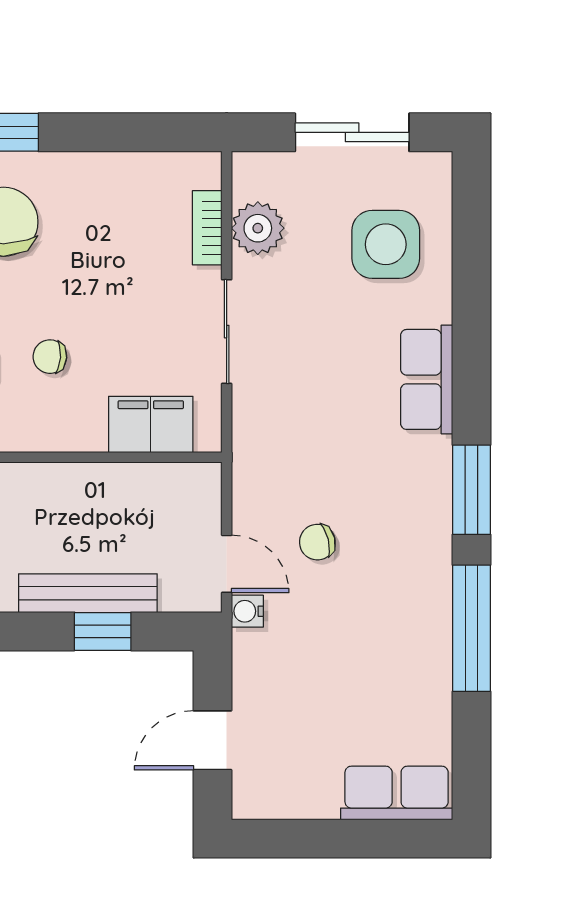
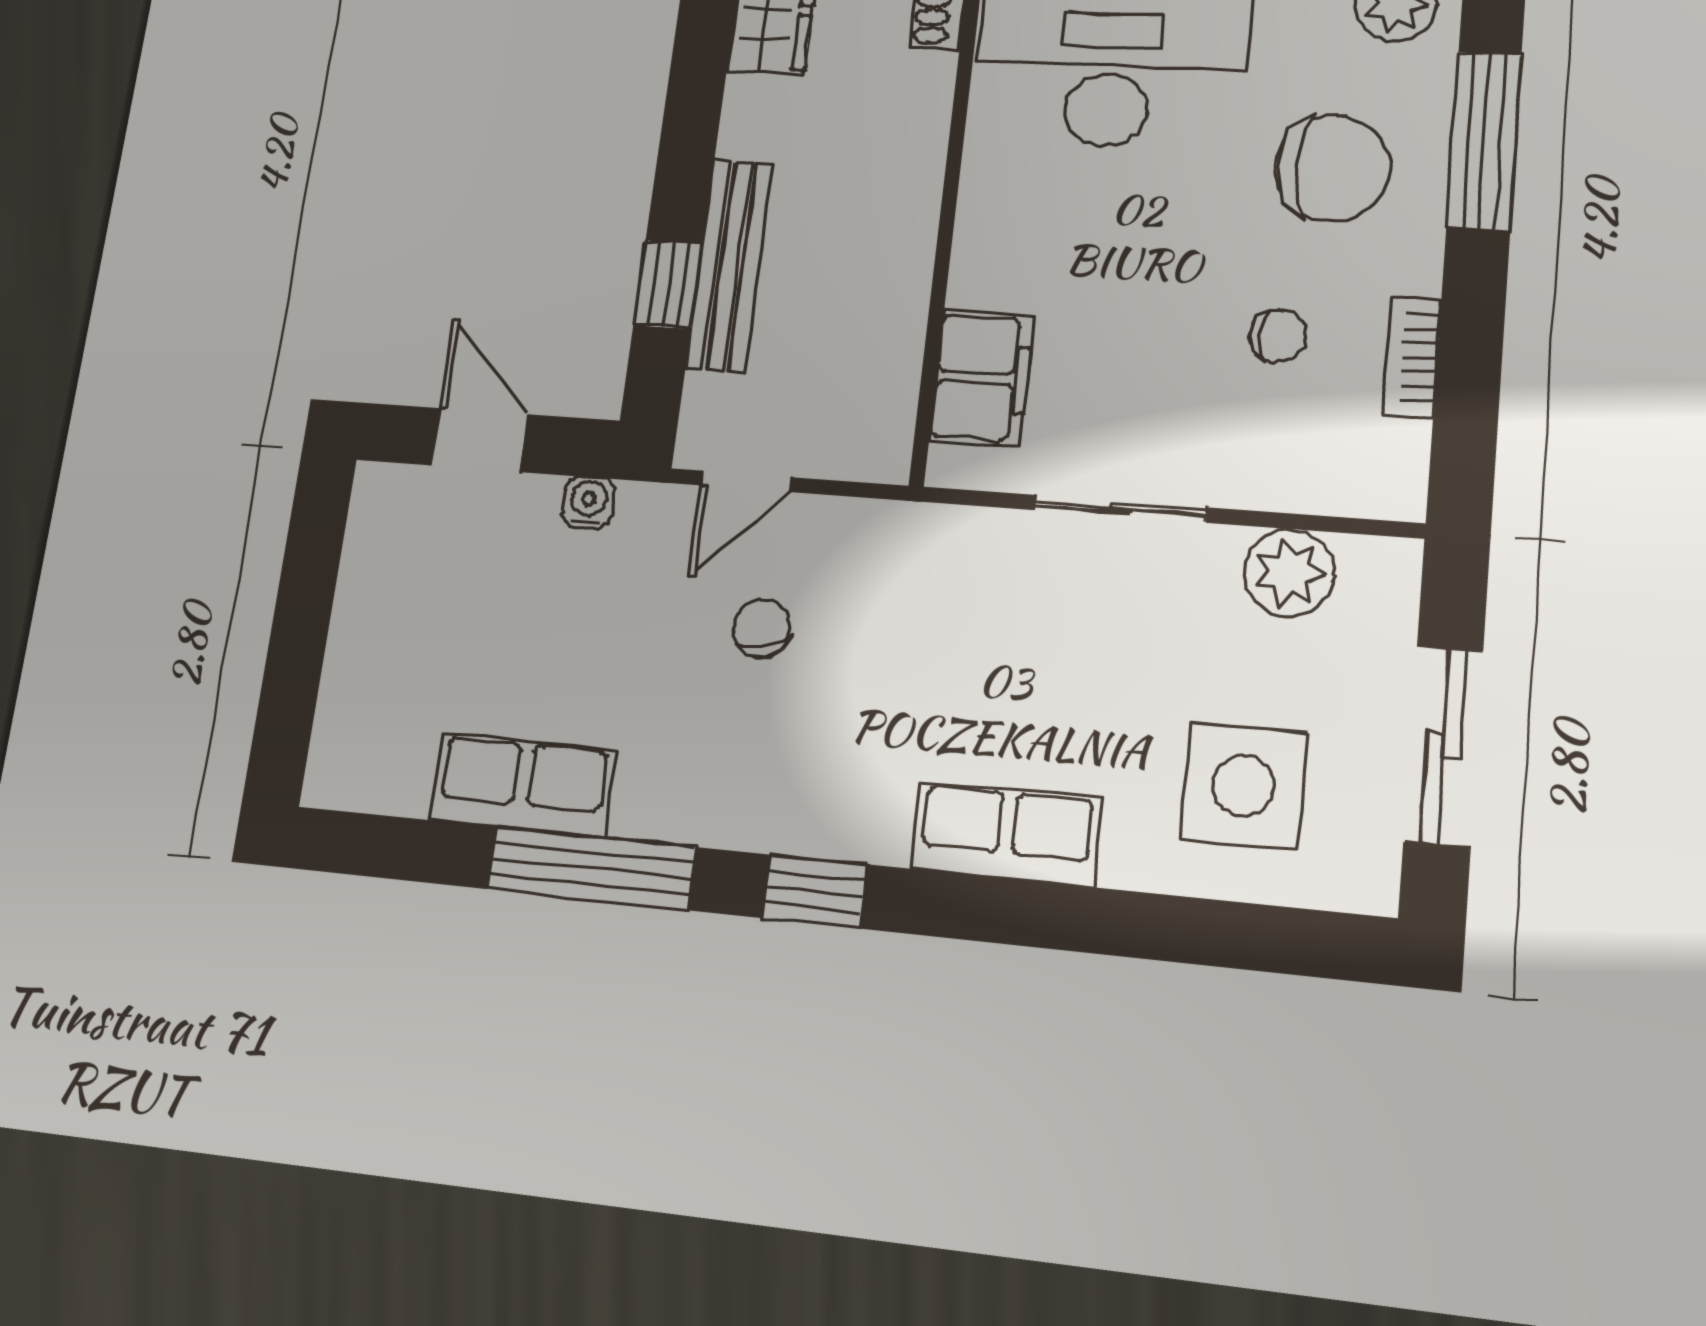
bookcase: (207, 228) -> (1412, 357), moved, turned -90
chair: (50, 357) -> (1278, 336), moved, turned 86
window: (471, 490) -> (815, 891), width x0.67
water cooler: (247, 611) -> (589, 502), moved
row of seats: (397, 793) -> (523, 785), moved, turned -90

